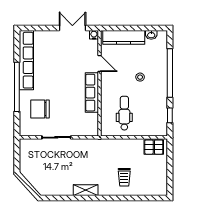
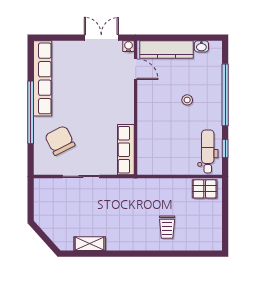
door: (99, 64) -> (136, 69), moved
row of seats: (92, 93) -> (126, 150), moved
chair: (40, 109) -> (60, 140), turned 63
dental chair: (124, 113) -> (208, 151), moved
shelving: (86, 190) -> (90, 244), moved

